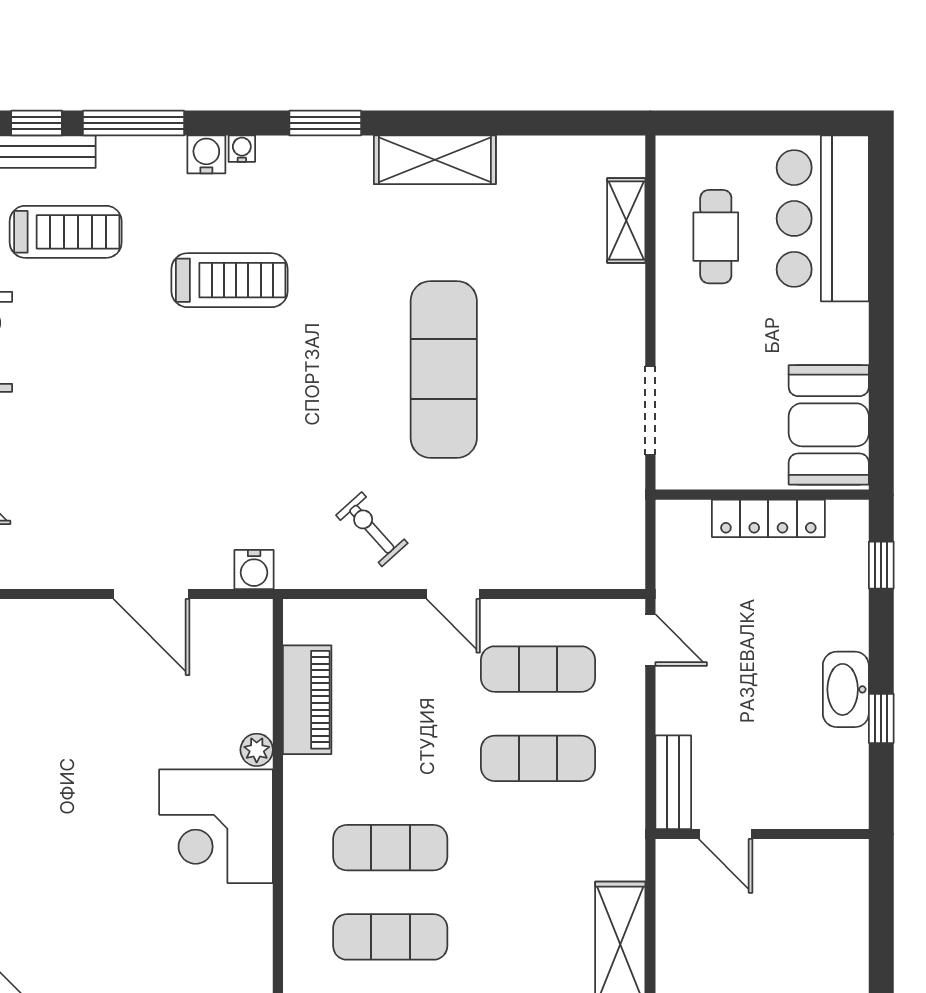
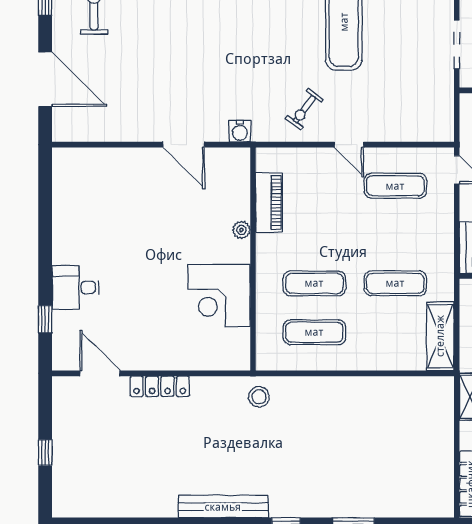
exercise bike: (372, 529) -> (304, 109), turned -101
exercise mat: (538, 758) -> (395, 283), moved
corner desk: (216, 826) -> (219, 295), moved

